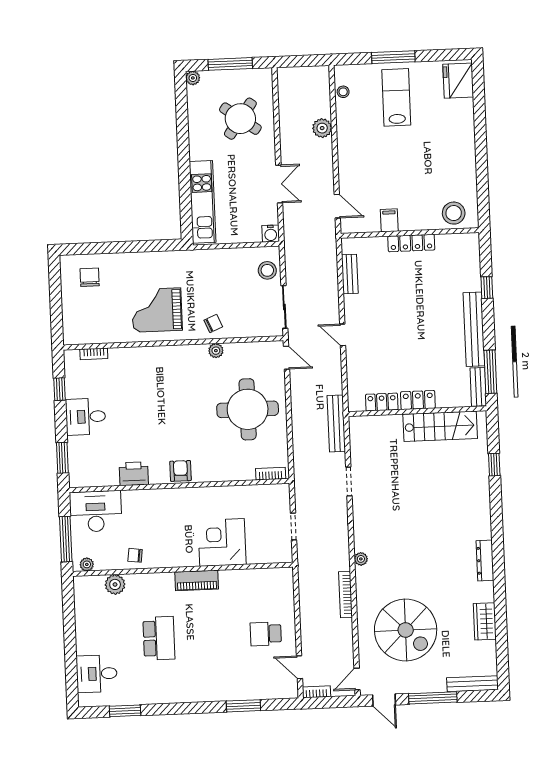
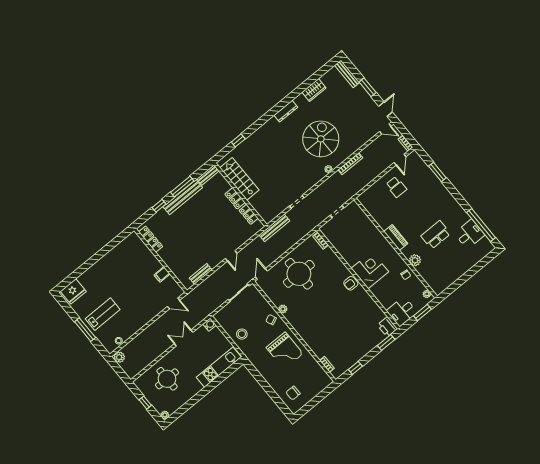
window: (230, 64) -> (145, 403), width x0.46
lab bench: (396, 97) -> (103, 314), turned 180
round table: (240, 119) -> (167, 379), turned -36
plant: (322, 128) -> (119, 357), moved
door: (337, 206) -> (174, 303), swing flipped
stool: (454, 213) -> (136, 247), removed
locker: (411, 243) -> (151, 239), moved
stool: (267, 270) -> (242, 334), moved
window: (490, 372) -> (182, 187), moved
desk: (86, 417) -> (359, 346), removed
printer: (134, 474) -> (387, 327), moved
desk: (96, 511) -> (402, 312), width x0.73
window: (66, 539) -> (422, 313), width x0.69
corner desk: (222, 542) -> (370, 270), moved, turned 180
plant: (115, 584) -> (415, 260), moved
spiral stairs: (406, 630) -> (321, 139), moved
desk: (97, 674) -> (470, 234), moved, turned -90
window: (433, 698) -> (368, 87), width x0.69
window: (125, 711) -> (481, 225), width x2.11

